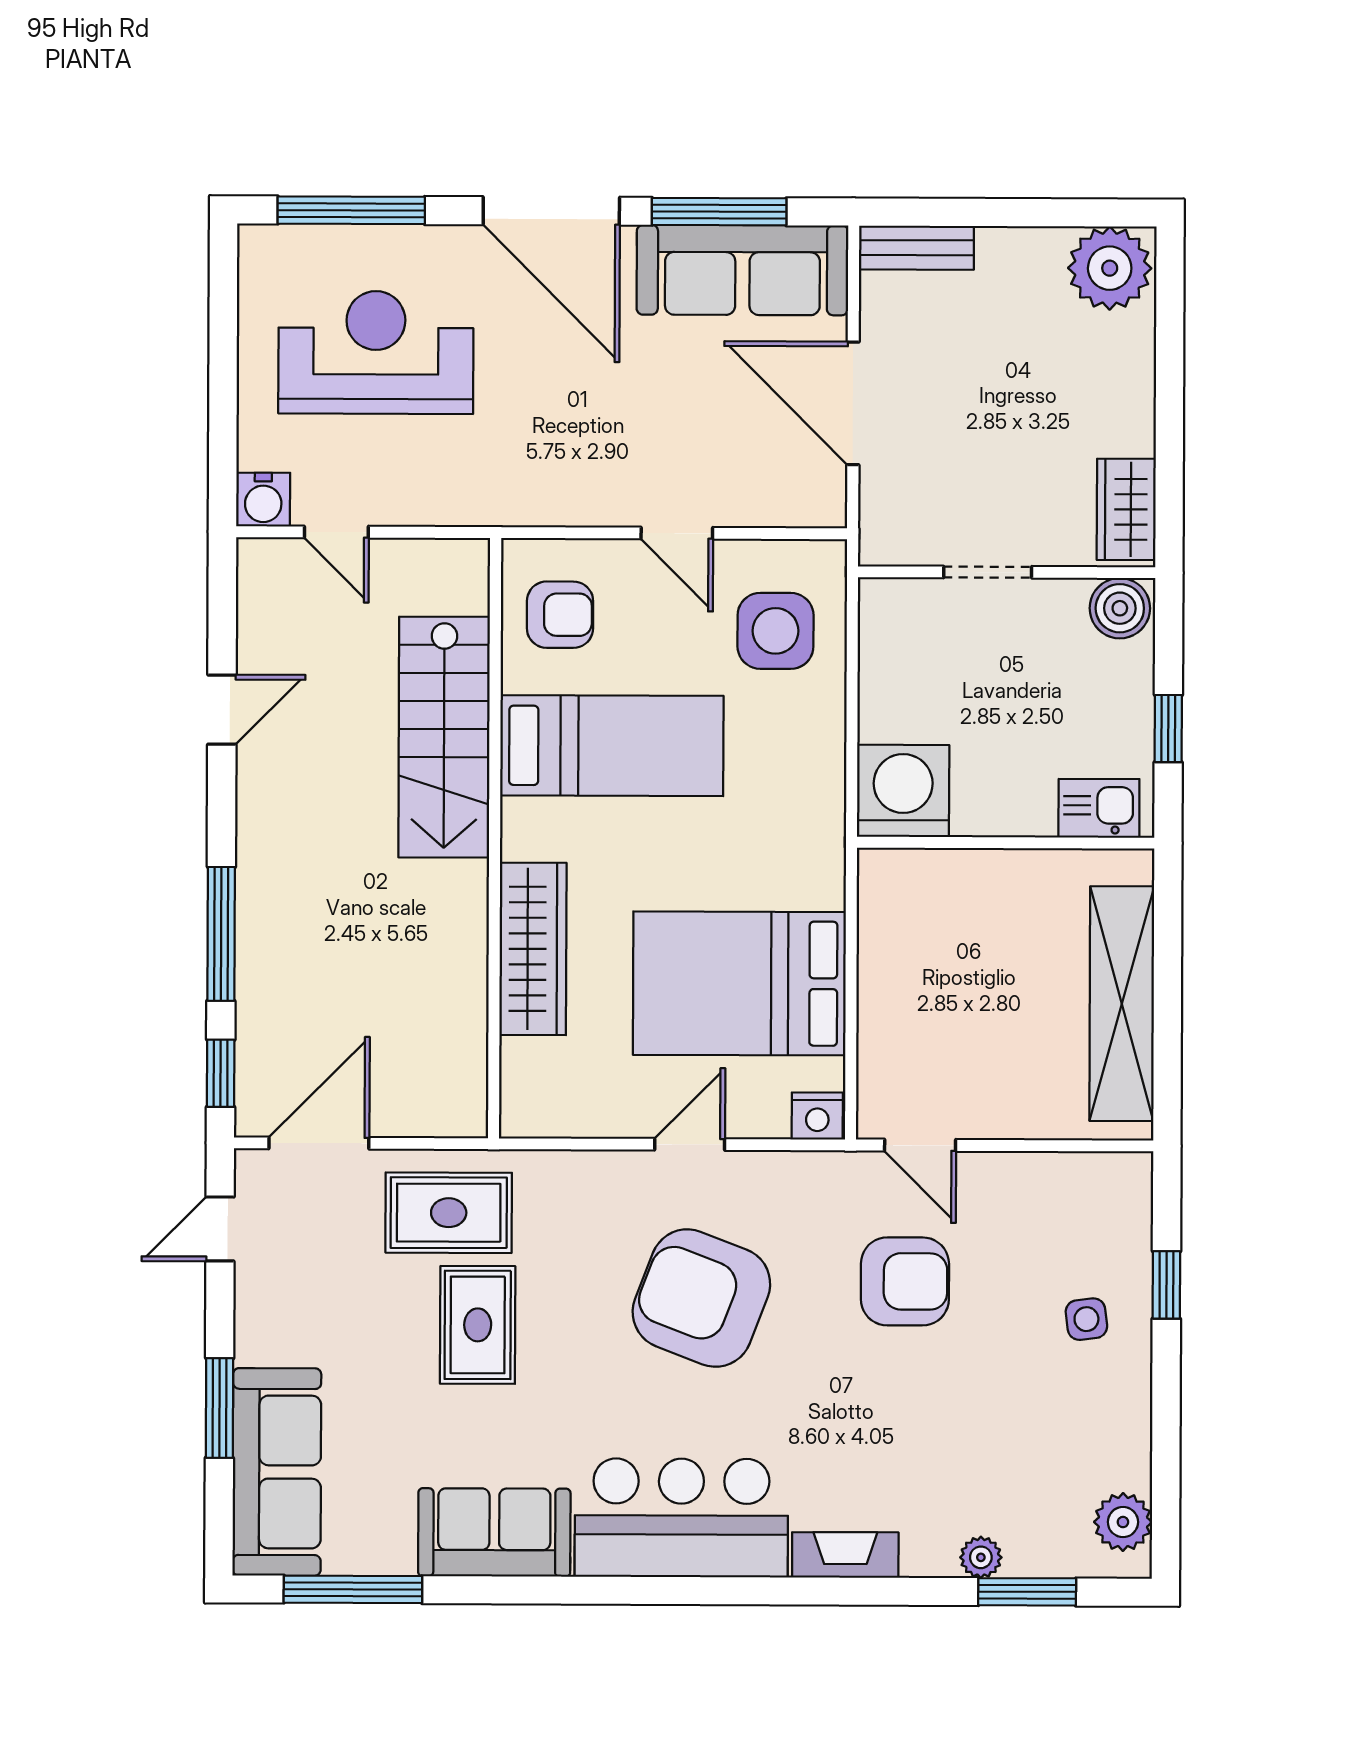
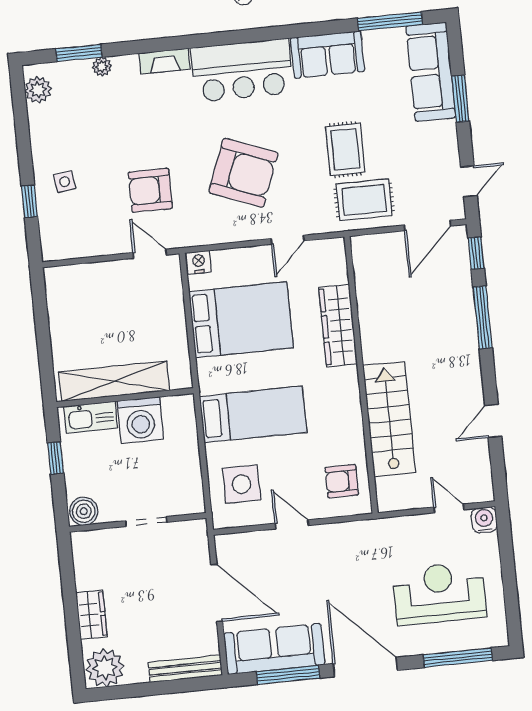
bench: (916, 248) -> (185, 669), width x1.36
reception desk: (376, 352) -> (439, 593), turned 180
wardrobe: (1126, 509) -> (91, 615), moved
bed: (612, 746) -> (253, 414), moved, turned 180
washing machine: (903, 791) -> (140, 420), moved
kitchen sink: (1099, 808) -> (91, 417), width x1.38
shelving: (1122, 1004) -> (114, 381), moved, turned 90
door: (690, 1144) -> (287, 240), moved

